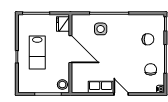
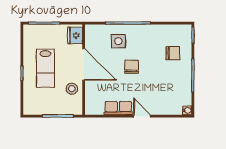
chair: (151, 69) -> (132, 67), moved
stool: (62, 85) -> (72, 89), moved

